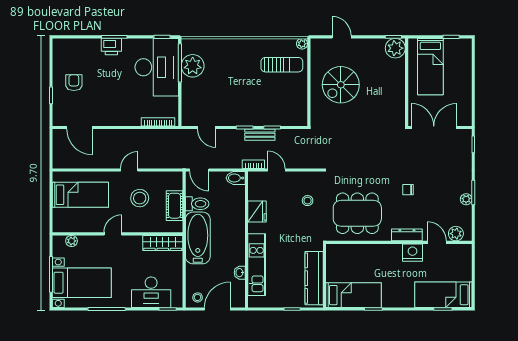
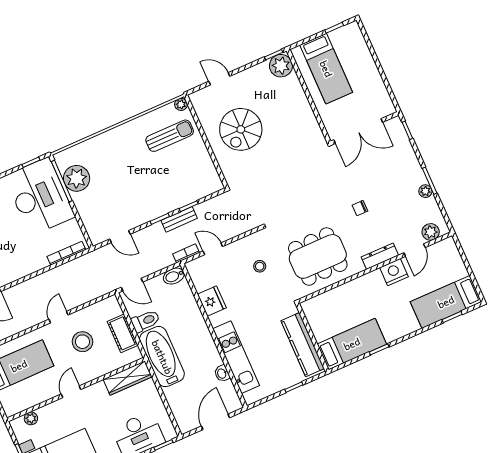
double door: (434, 128) -> (358, 131), swing flipped
door: (437, 242) -> (415, 250), swing flipped
stool: (198, 297) -> (189, 419), removed

